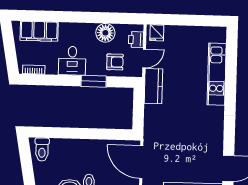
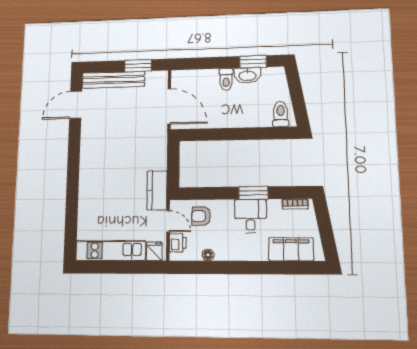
floor lamp: (105, 33) -> (208, 255), width x0.53, depth x0.53
door: (144, 58) -> (168, 221), swing flipped
kitchen unit: (217, 74) -> (111, 250), moved, turned -90
window: (94, 81) -> (253, 193), moved

